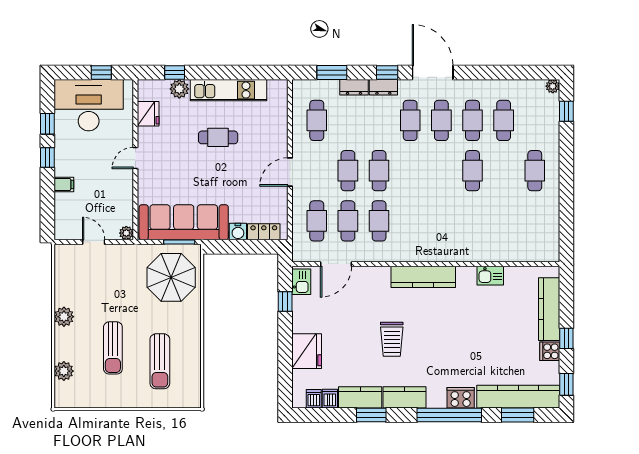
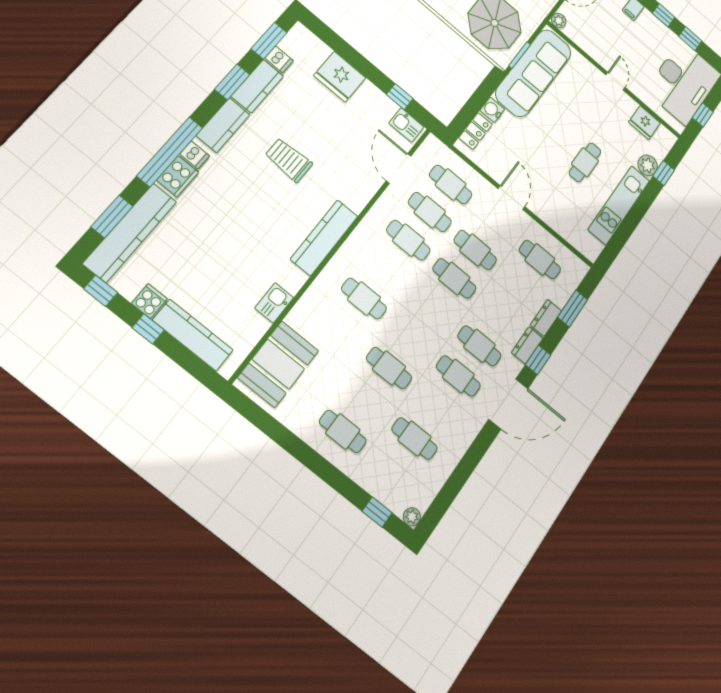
cafe table: (472, 120) -> (364, 298), moved
booth: (525, 243) -> (278, 364), added
dishwasher: (314, 399) -> (195, 155), moved
window: (323, 415) -> (269, 41), added

